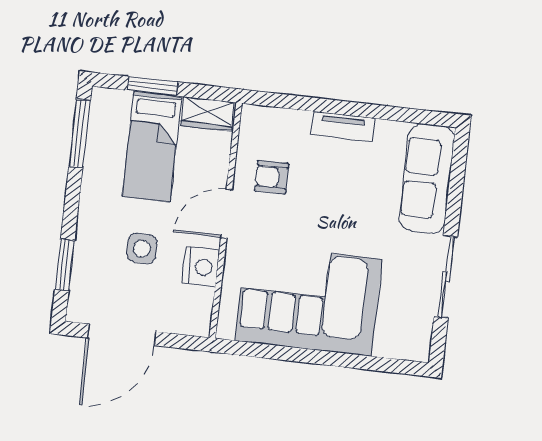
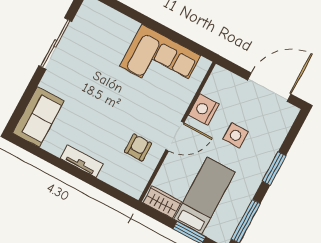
armchair: (272, 177) -> (138, 147), turned -90
sofa: (427, 178) -> (38, 117), width x0.73
window: (65, 265) -> (274, 168), moved
corner sofa: (309, 300) -> (160, 61), width x0.73, depth x0.74

